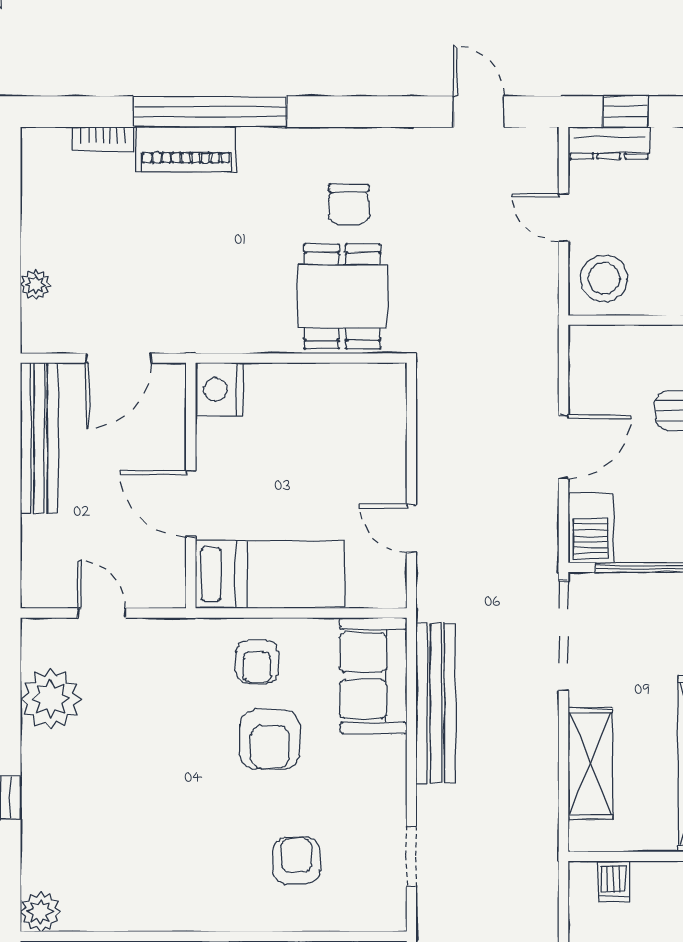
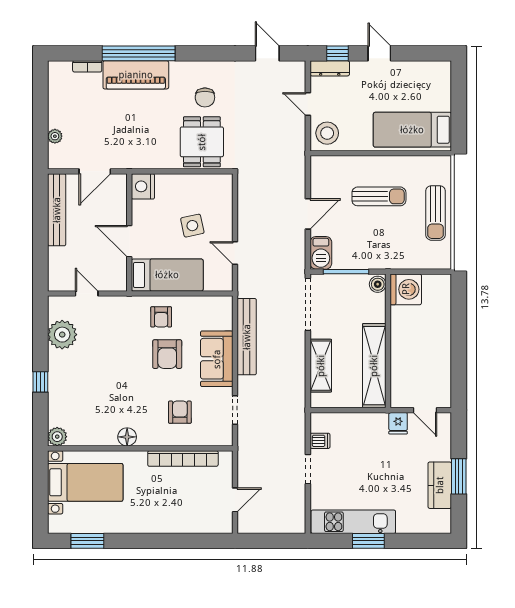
piano: (186, 149) -> (136, 75), width x1.37, depth x1.33
side table: (322, 471) -> (192, 226), added
sofa: (373, 676) -> (217, 359), moved
dishwasher: (613, 882) -> (320, 441), moved, turned -90
floor lamp: (186, 912) -> (127, 437), added

